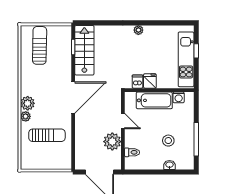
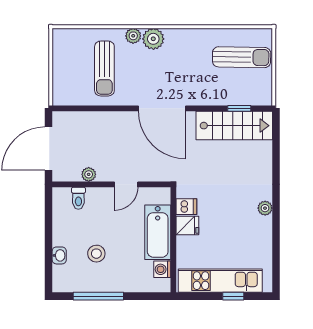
plant: (112, 142) -> (89, 174), width x0.53, depth x0.53

